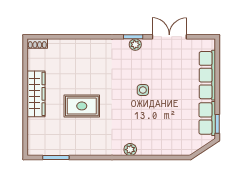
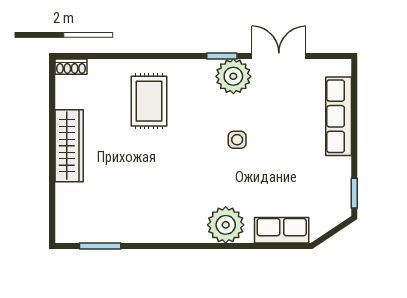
plant: (135, 45) -> (233, 76), width x1.88, depth x1.88
rug: (82, 106) -> (149, 101), moved, turned 90
row of seats: (207, 118) -> (282, 230), moved, turned 90
plant: (130, 150) -> (226, 225), width x1.88, depth x1.88

